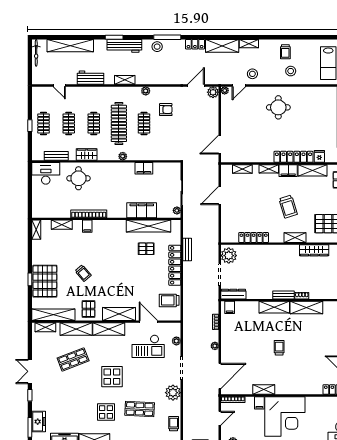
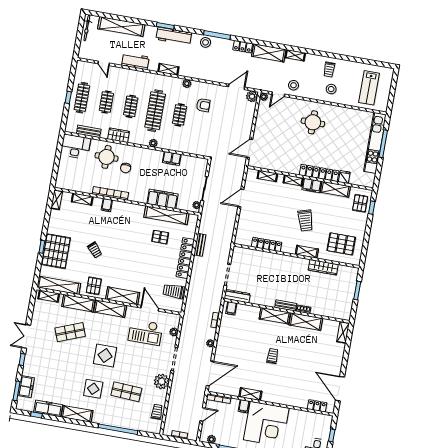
clothes rail: (44, 123) -> (82, 98), width x1.36
chair: (99, 186) -> (126, 168), added
plant: (229, 256) -> (239, 258), removed

